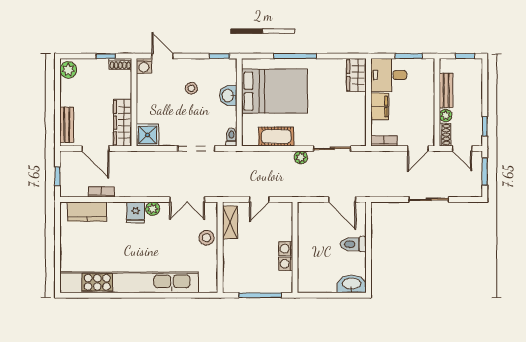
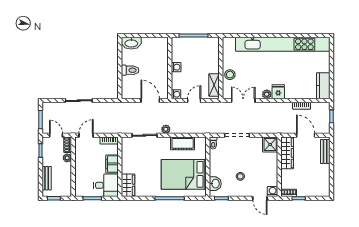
plant: (68, 70) -> (324, 189), removed
bench: (446, 90) -> (47, 178), moved
washbasin: (228, 96) -> (215, 184), moved
door: (342, 200) -> (150, 101), moved
kitchen counter: (87, 212) -> (323, 86), moved, turned -90
washing machine: (286, 264) -> (176, 94), moved

